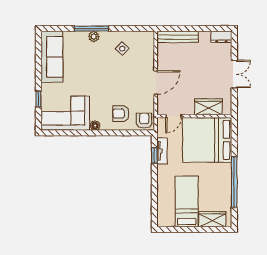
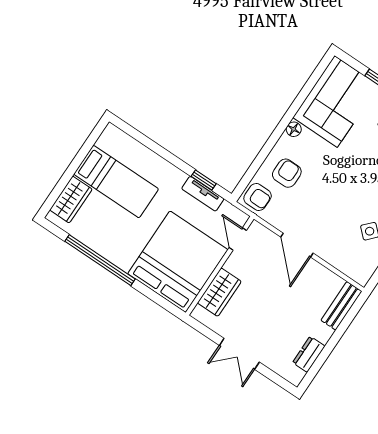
bench: (178, 37) -> (341, 306), width x0.73
dresser: (221, 37) -> (309, 354), moved

